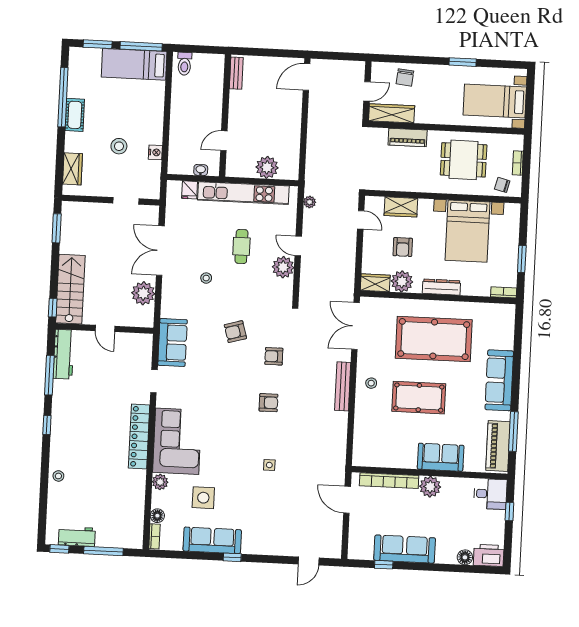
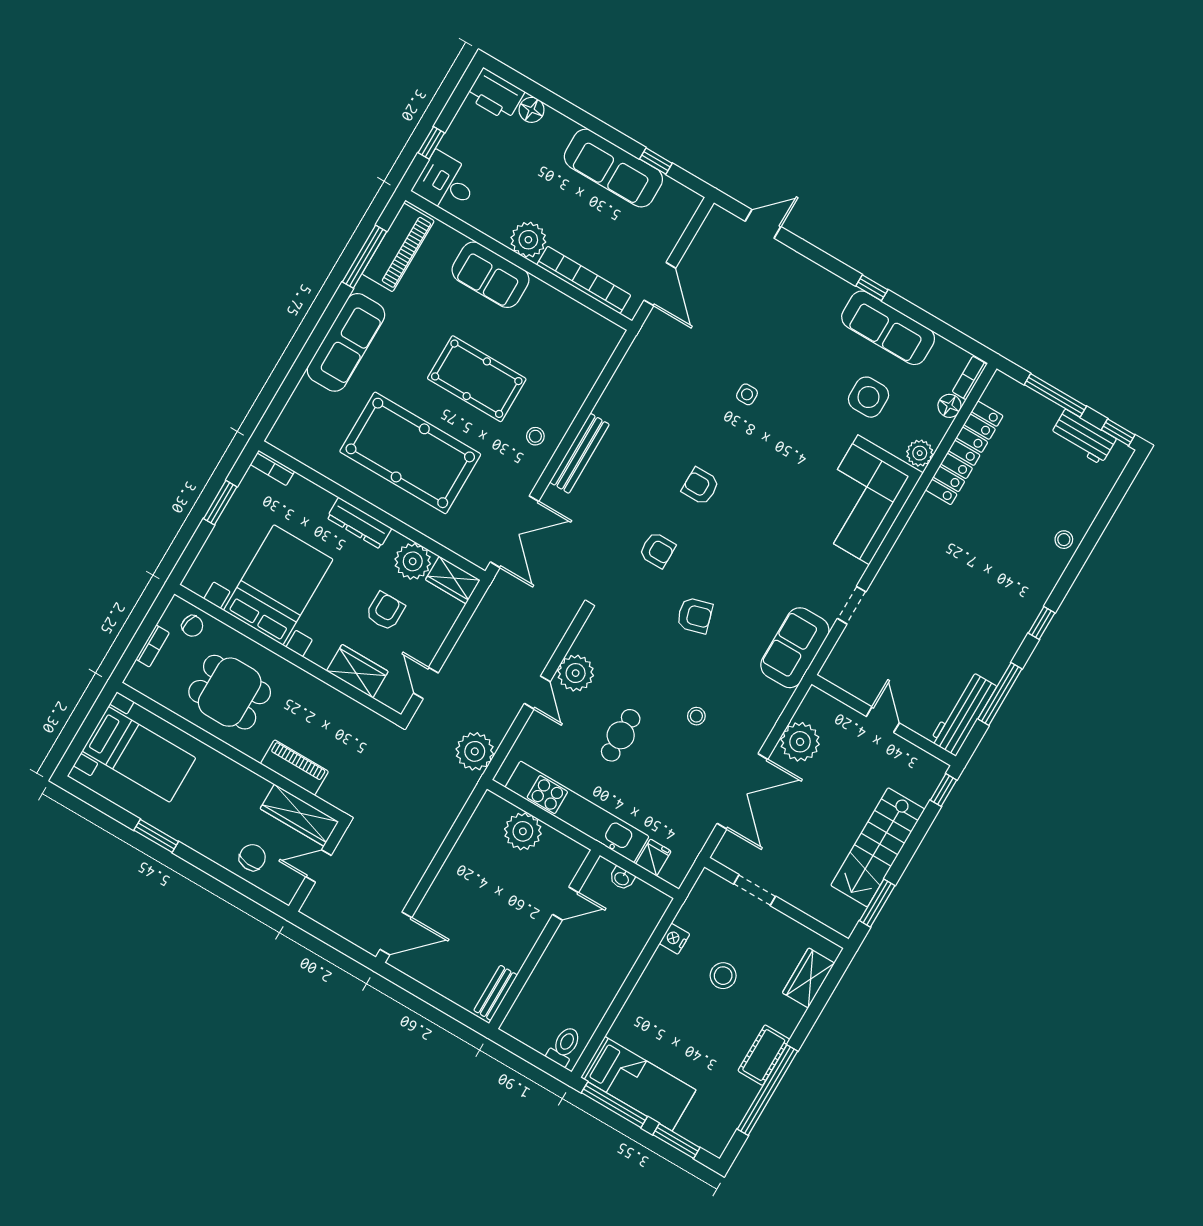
plant: (310, 202) -> (475, 751), width x1.87, depth x1.87
stairs: (70, 289) -> (878, 847), moved
locker: (139, 437) -> (964, 453), moved

